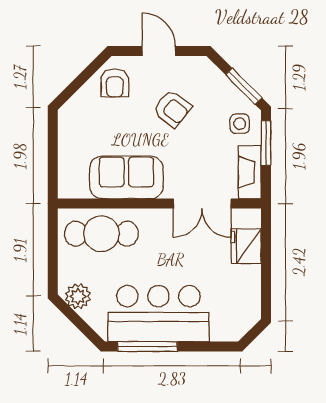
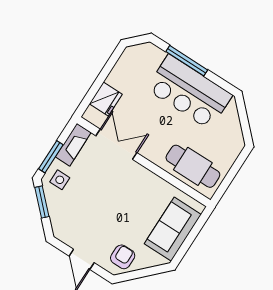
armchair: (172, 109) -> (97, 217), removed
sofa: (126, 177) -> (173, 229), moved, turned 90
plant: (78, 296) -> (234, 136), removed
window: (147, 347) -> (187, 61), moved

